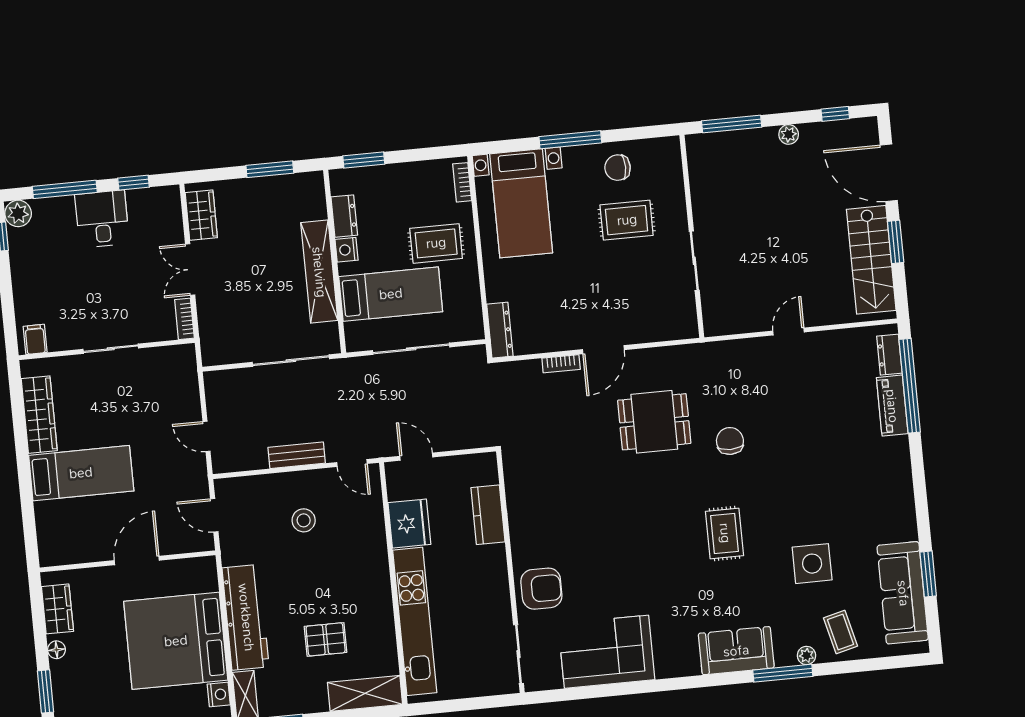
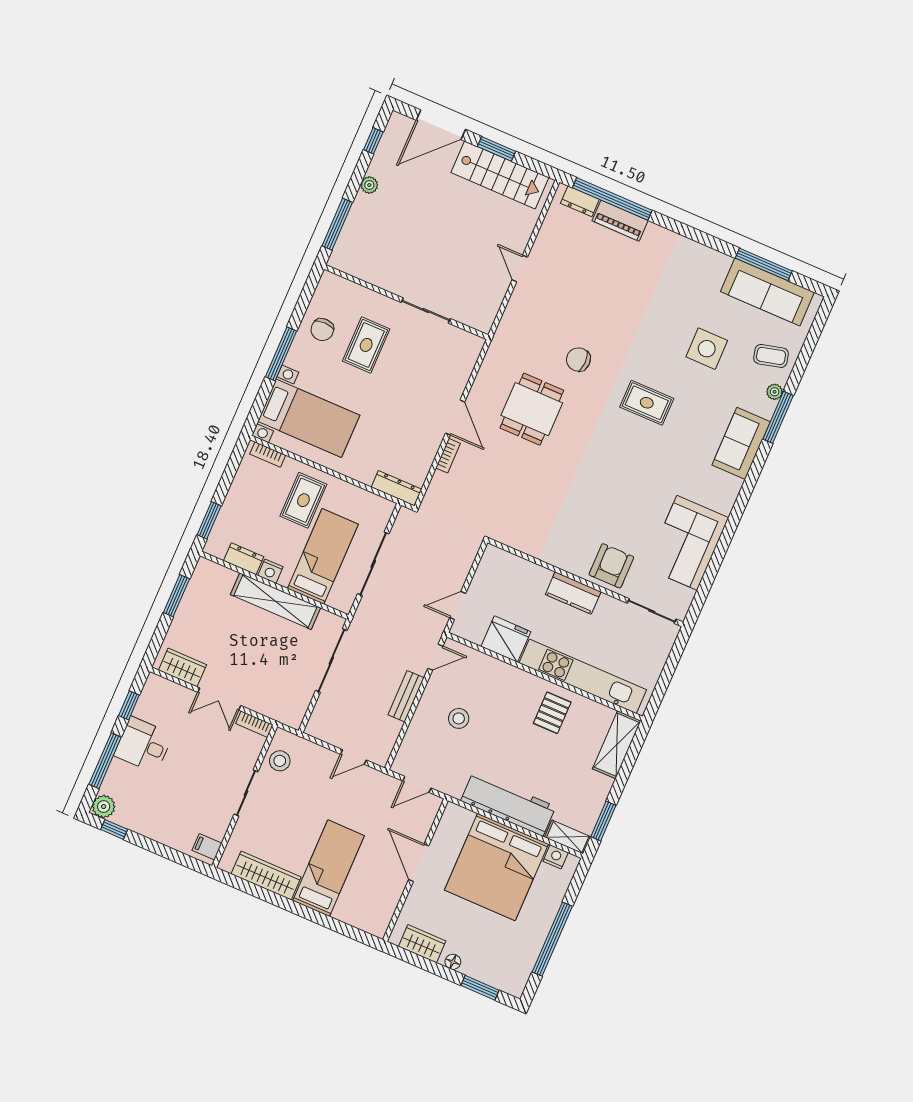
stool: (162, 365) -> (280, 761), added
kitchen counter: (488, 515) -> (573, 593), moved
window: (928, 574) -> (764, 264), width x1.44
pallet: (326, 639) -> (552, 713), moved

